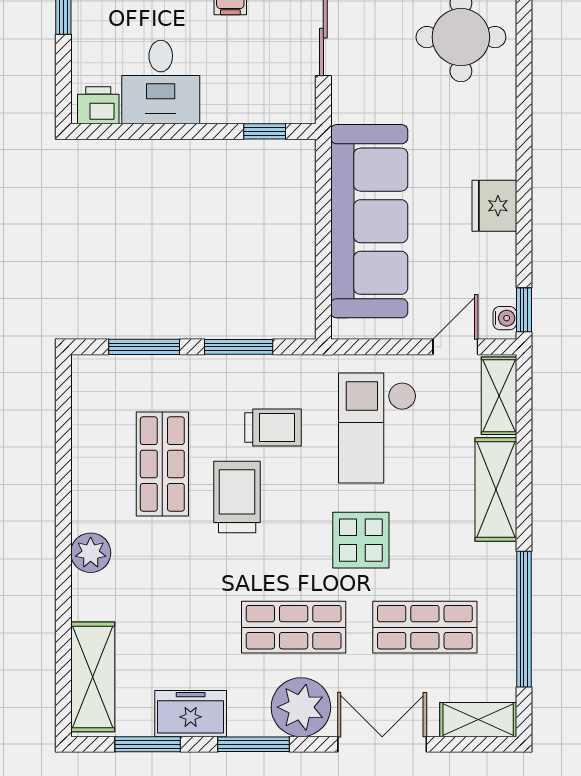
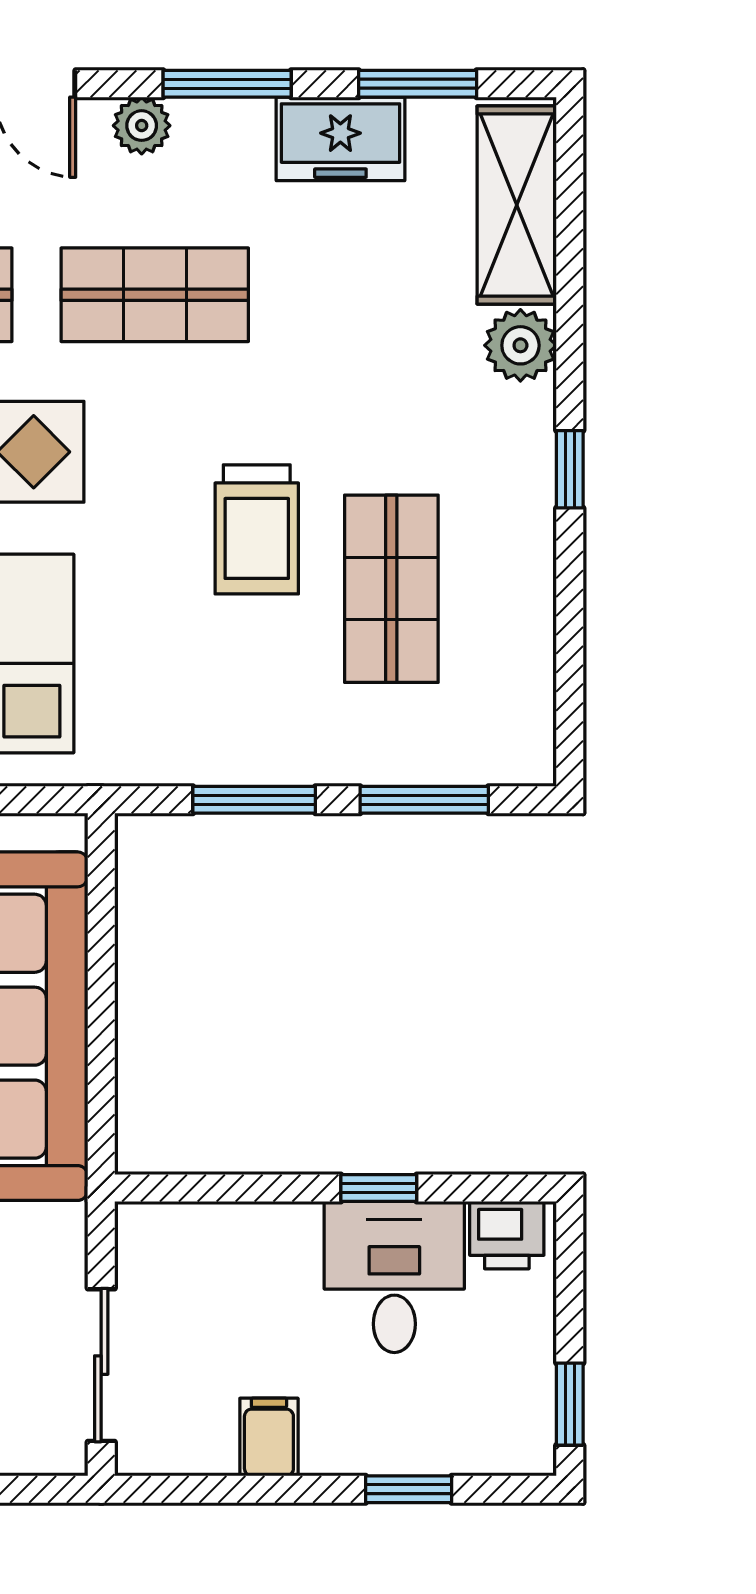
window: (265, 131) -> (379, 1188), moved
trolley: (273, 428) -> (192, 654), removed
window: (63, 530) -> (570, 469), added
plant: (91, 553) -> (520, 345), moved
plant: (301, 707) -> (142, 126), width x0.53, depth x0.53

